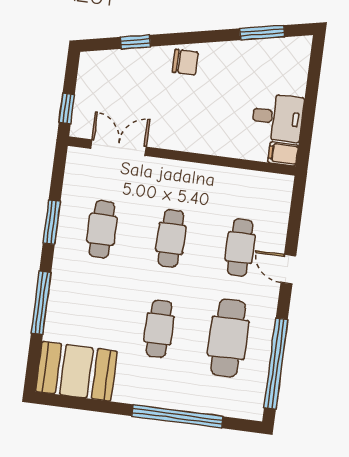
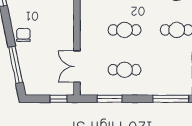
window: (135, 42) -> (16, 65), width x2.17
window: (52, 222) -> (110, 99), moved

